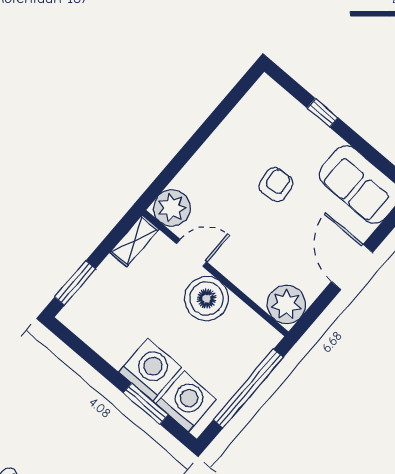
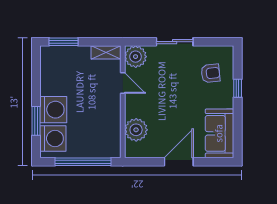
sliding door: (195, 142) -> (175, 42), added
armchair: (276, 185) -> (210, 73), moved
boiler: (207, 299) -> (108, 108), removed
plant: (286, 305) -> (136, 130), moved

